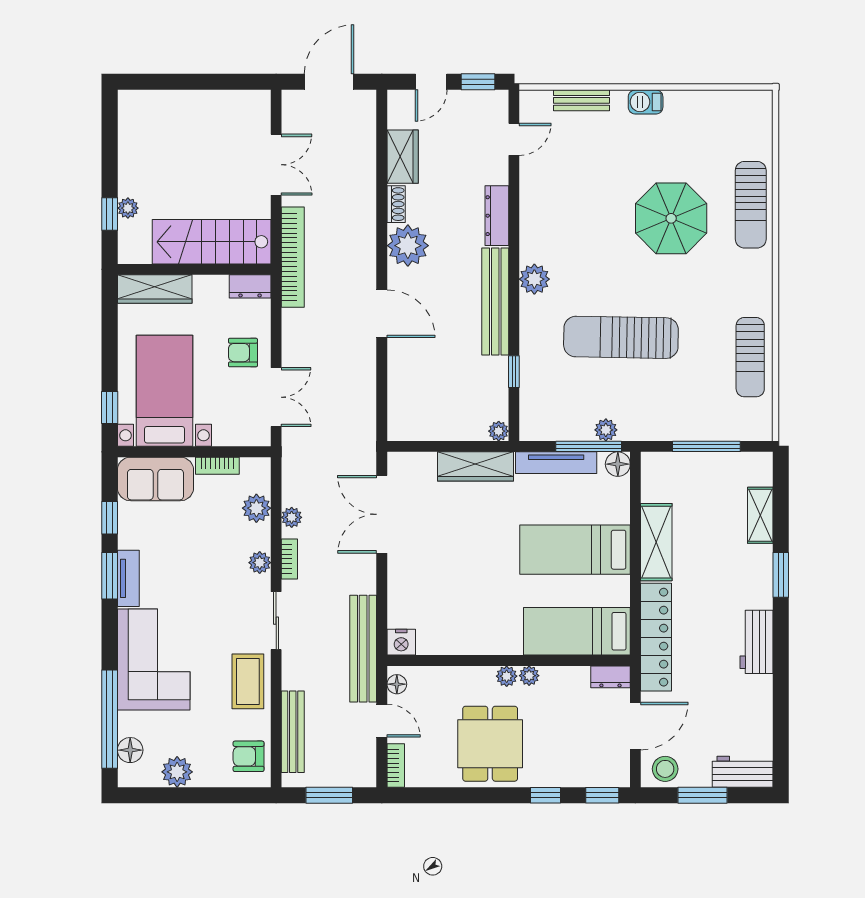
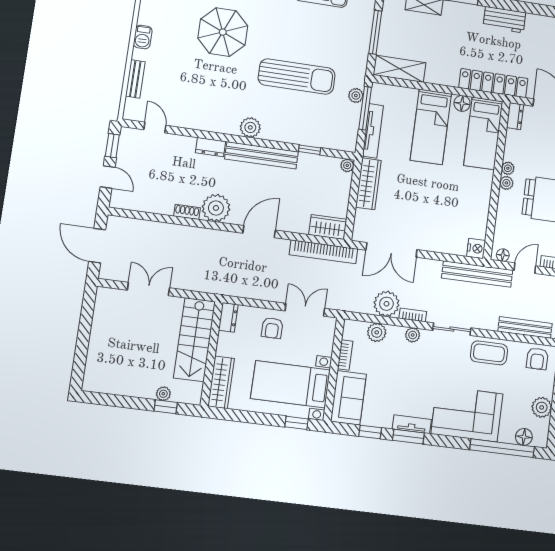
wardrobe: (403, 157) -> (328, 227), moved
dresser: (497, 216) -> (211, 147), width x0.70
bookcase: (293, 257) -> (323, 252), moved, turned 180
sun lounger: (621, 337) -> (297, 77), turned -91
floor lamp: (618, 464) -> (462, 103), moved
plant: (292, 517) -> (386, 304), width x1.88, depth x1.88
shelving: (656, 542) -> (399, 69), moved

